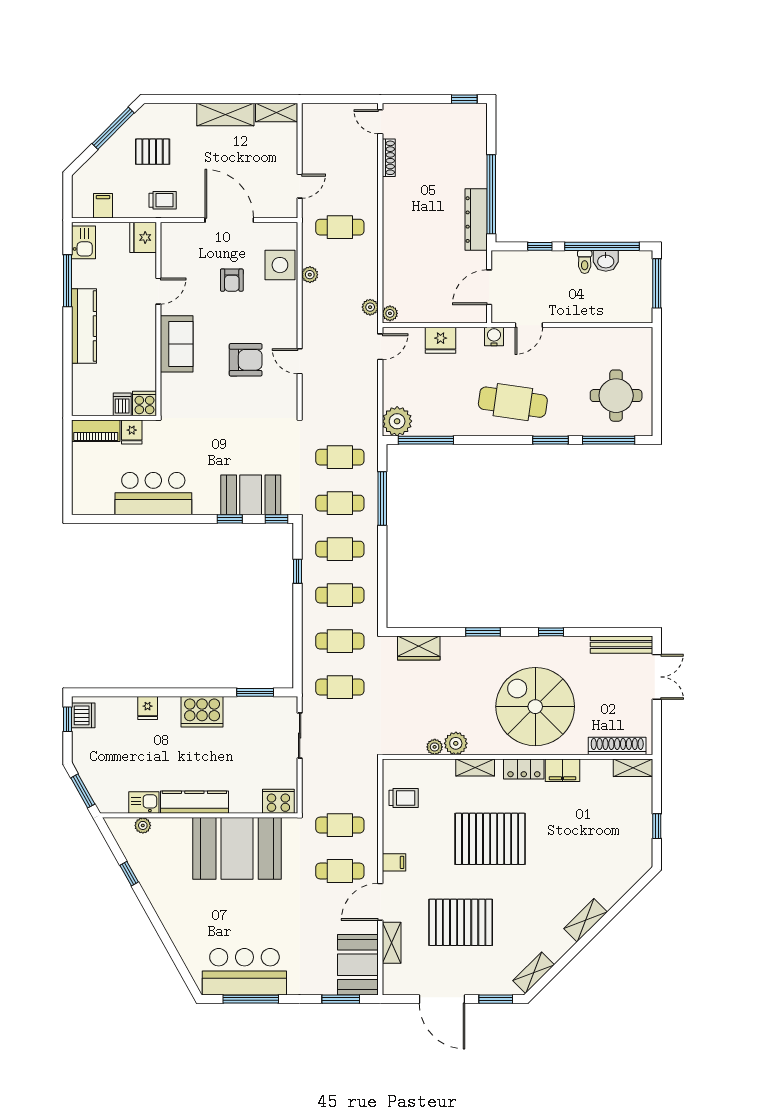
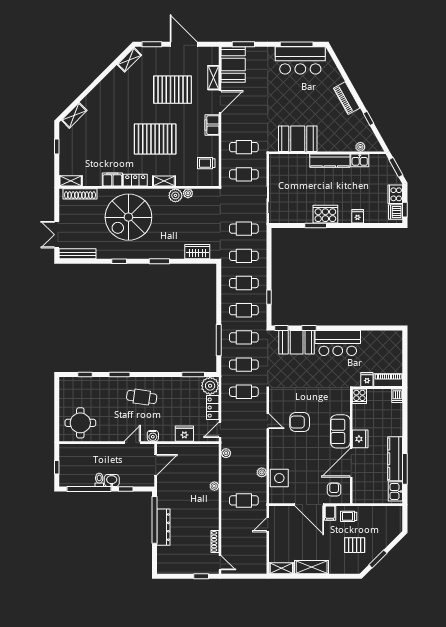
window: (464, 99) -> (201, 576), moved
window: (113, 128) -> (378, 559), width x0.69
filing cabinet: (103, 206) -> (330, 513), moved
dresser: (476, 220) -> (163, 527), moved
fridge: (143, 237) -> (360, 439), moved
washbasin: (606, 261) -> (112, 481), moved
armchair: (232, 280) -> (334, 489), moved
window: (657, 283) -> (57, 467), width x0.46
door: (158, 291) -> (351, 463), width x1.87
plant: (390, 313) -> (214, 486), moved
kitchen counter: (84, 326) -> (395, 459), moved
locker: (393, 384) -> (213, 408), added
round table: (616, 396) -> (80, 423), moved
cafe table: (513, 402) -> (142, 397), width x0.73, depth x0.74
dishwasher: (122, 404) -> (397, 396), moved
cafe table: (340, 411) -> (244, 392), added
window: (426, 440) -> (193, 375), width x0.69
window: (609, 440) -> (85, 375), width x0.46
bar counter: (153, 494) -> (338, 343), moved
window: (255, 692) -> (316, 226), moved
spiral stairs: (535, 707) -> (128, 217), turned 90
cooker: (278, 801) -> (395, 194), moved, turned 90
booth: (237, 848) -> (298, 139), width x0.73, depth x0.70
filing cabinet: (394, 862) -> (212, 125), width x2.00
cafe table: (340, 871) -> (244, 174), moved
piano: (166, 908) -> (347, 98), added
shelving: (586, 920) -> (74, 115), moved

